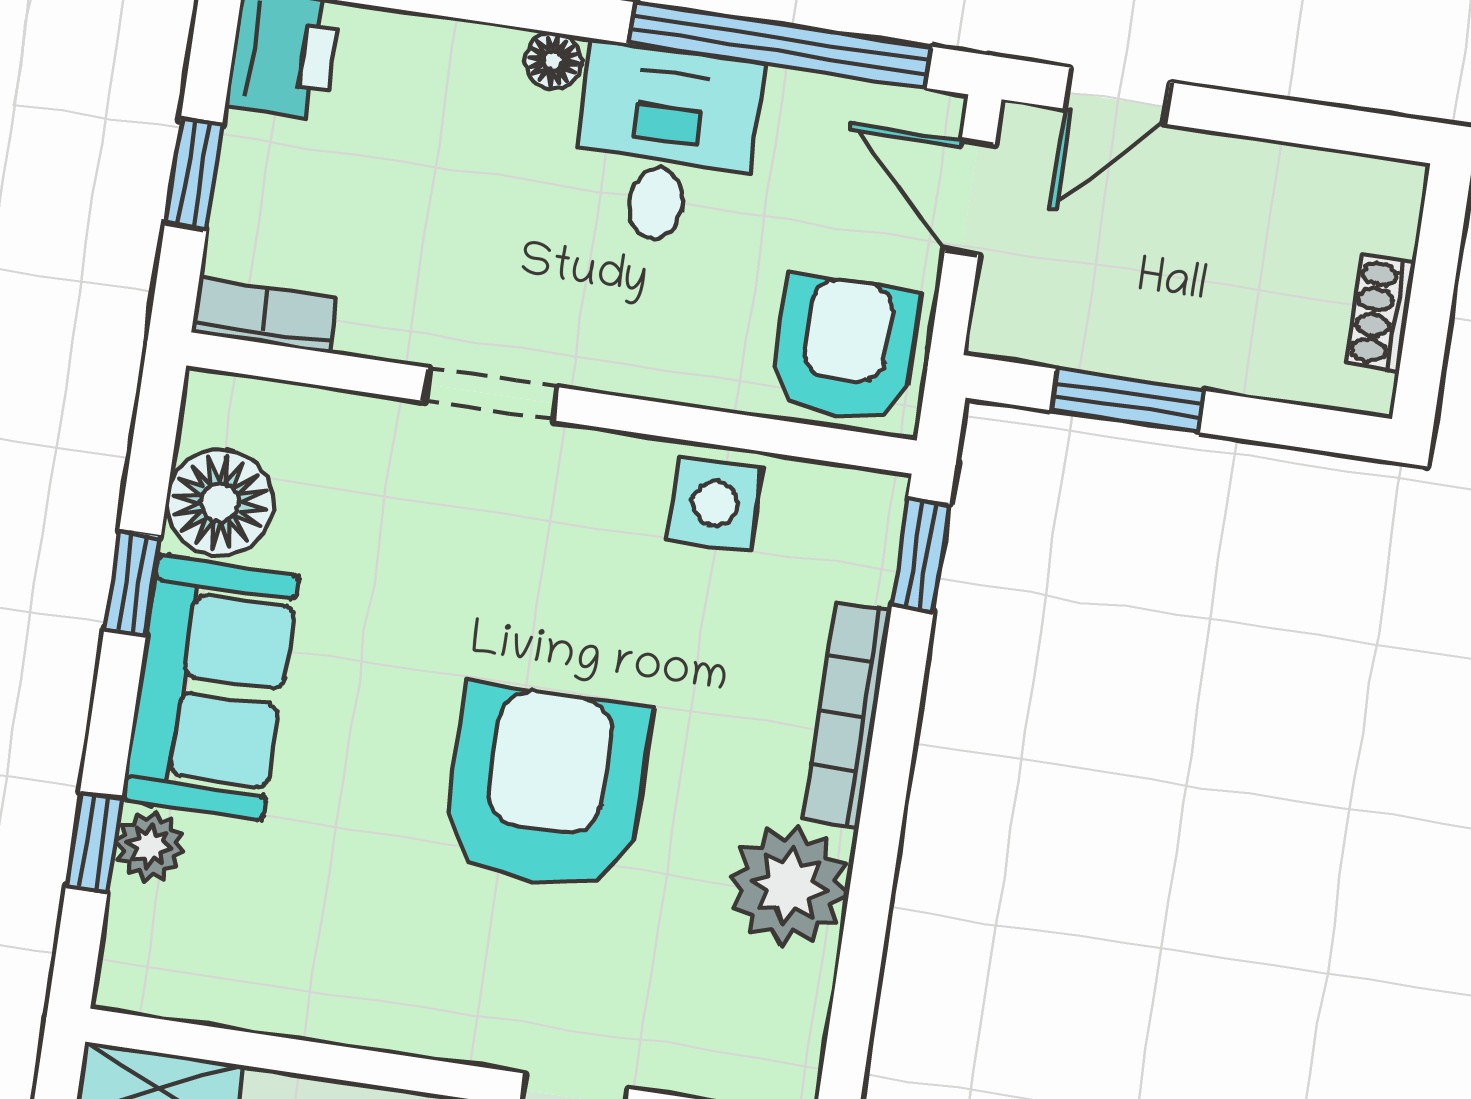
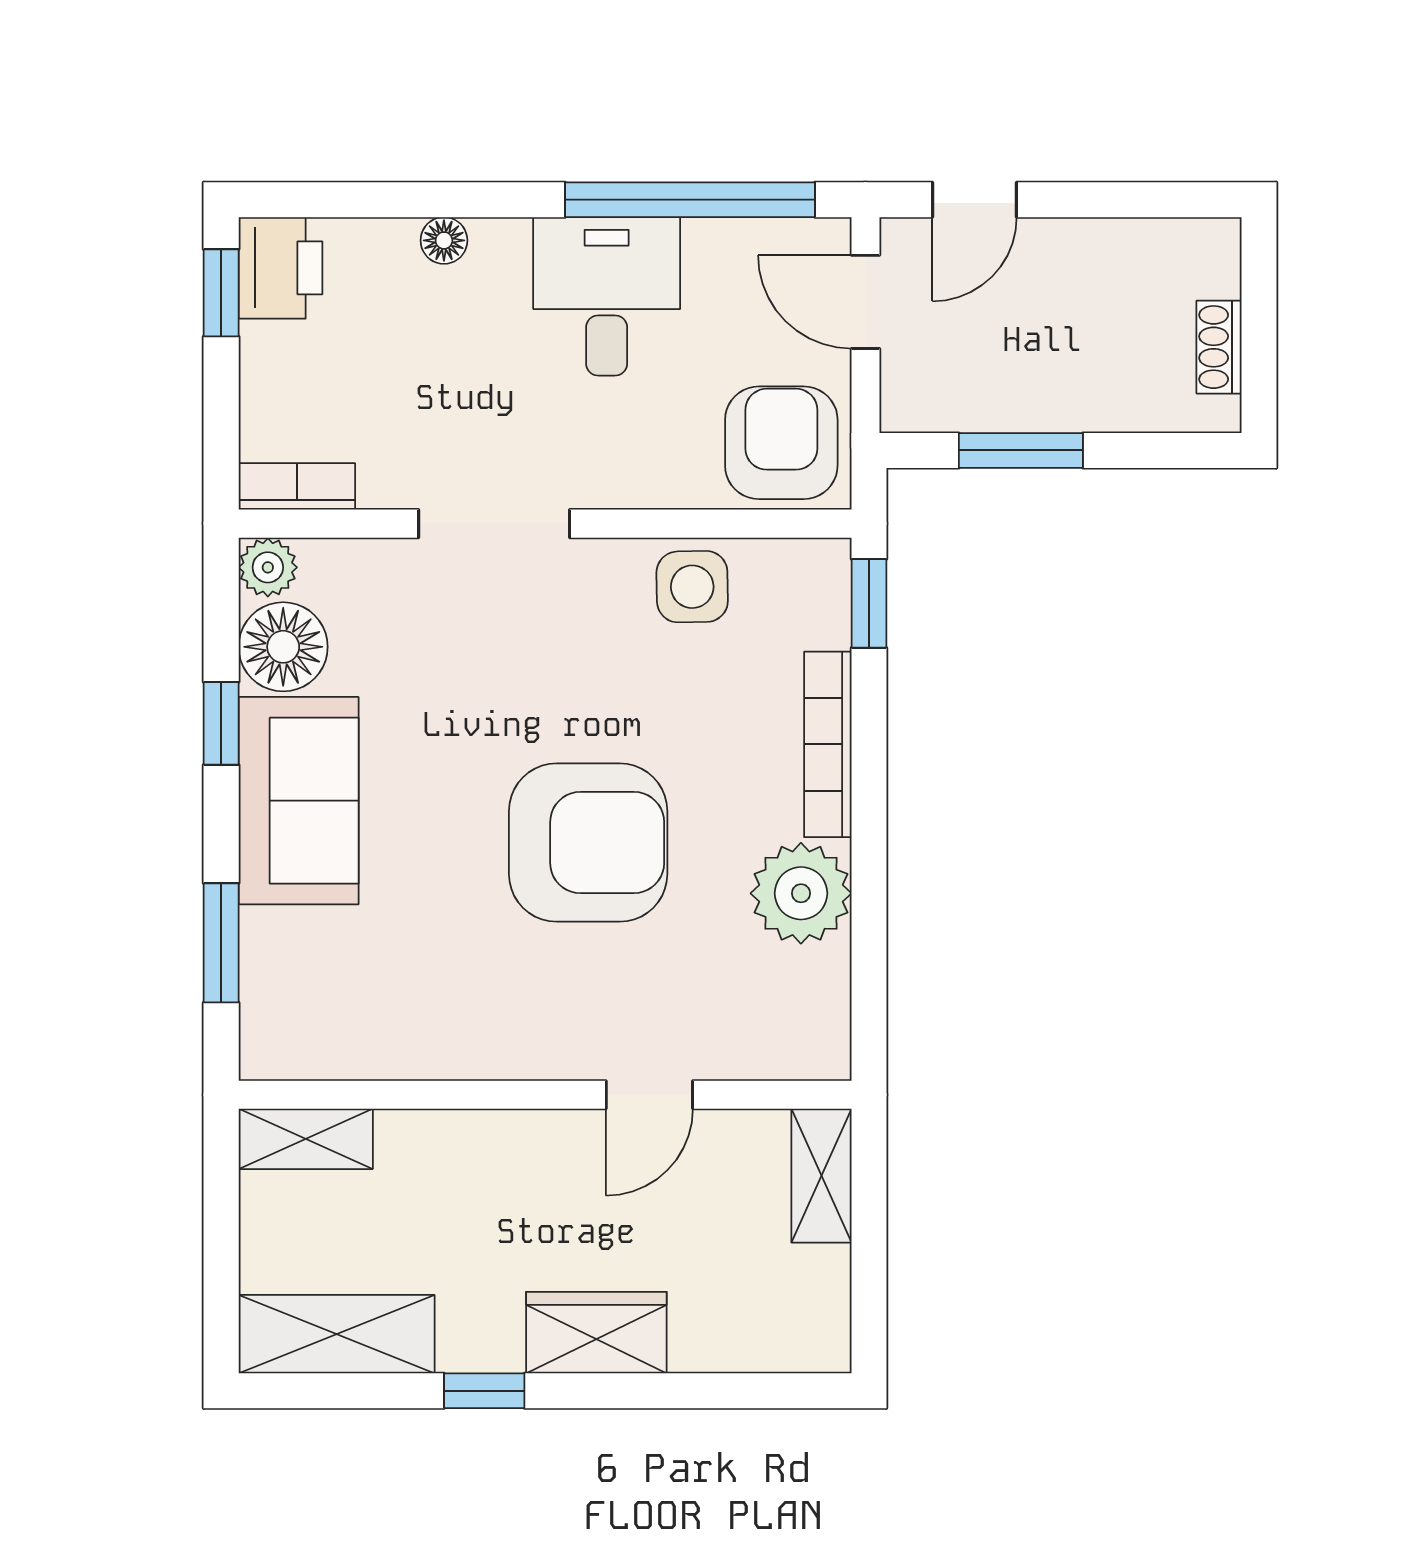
floor lamp: (553, 61) -> (444, 240), moved
window: (194, 174) -> (221, 293), moved
doorway: (491, 394) -> (494, 524), width x1.38
armchair: (546, 788) -> (588, 843), turned 90
window: (94, 842) -> (221, 943), width x1.50
plant: (150, 846) -> (268, 567), moved

